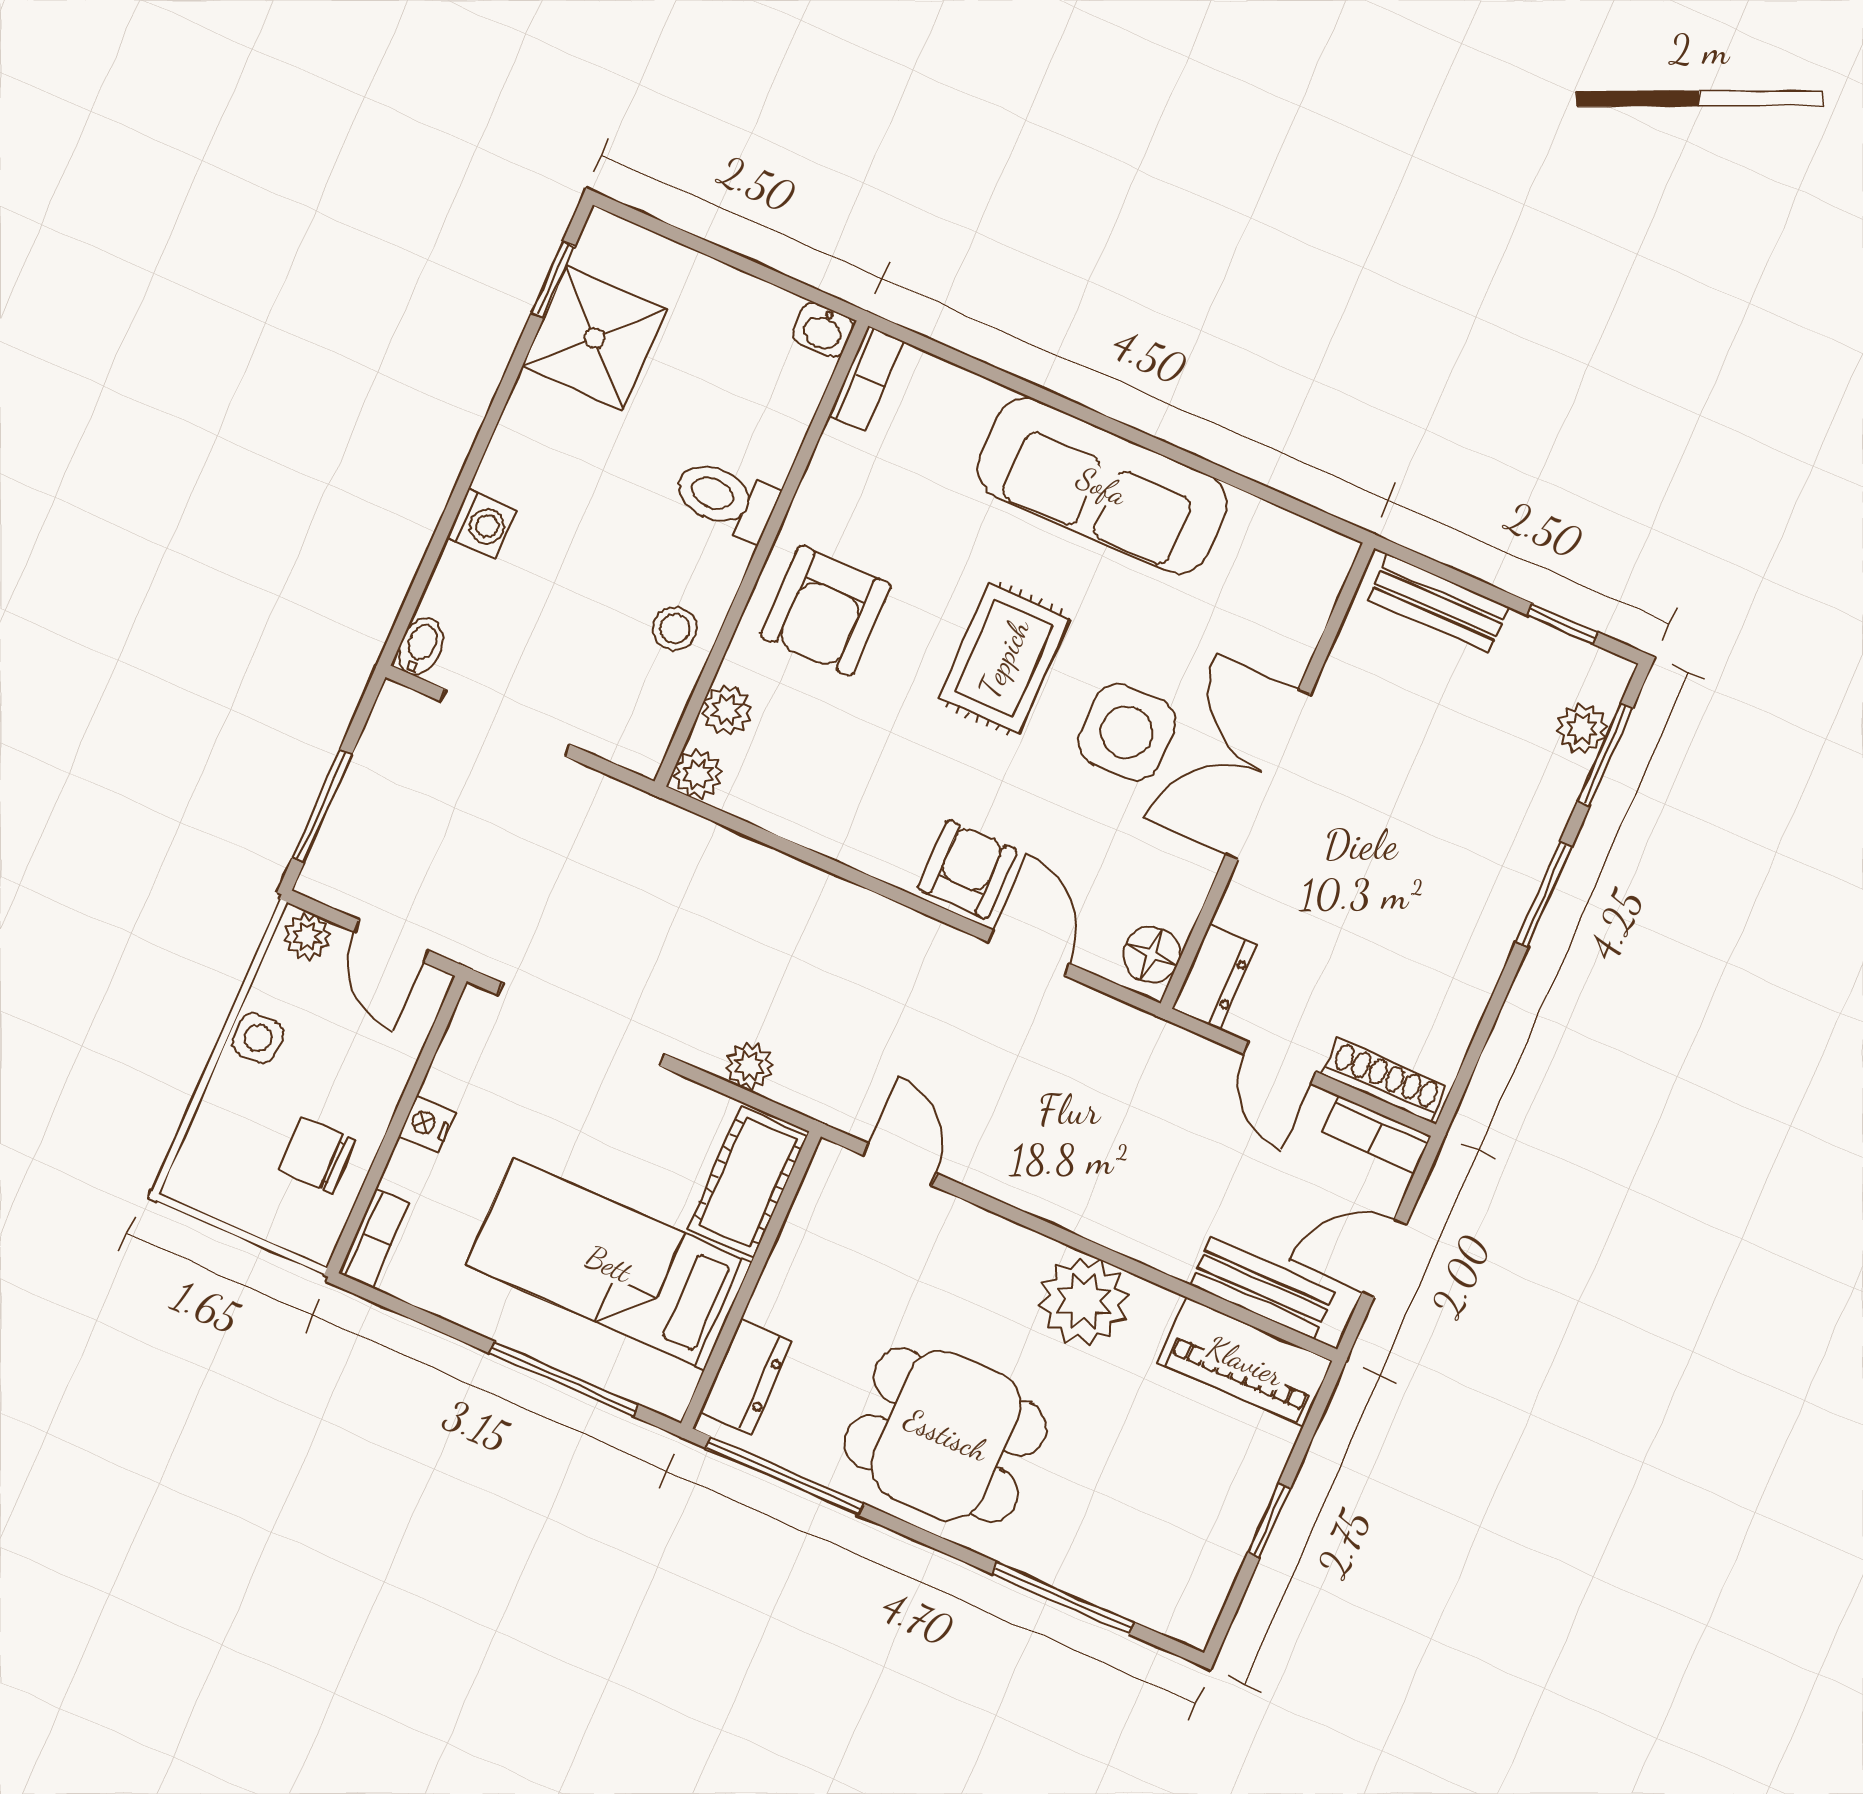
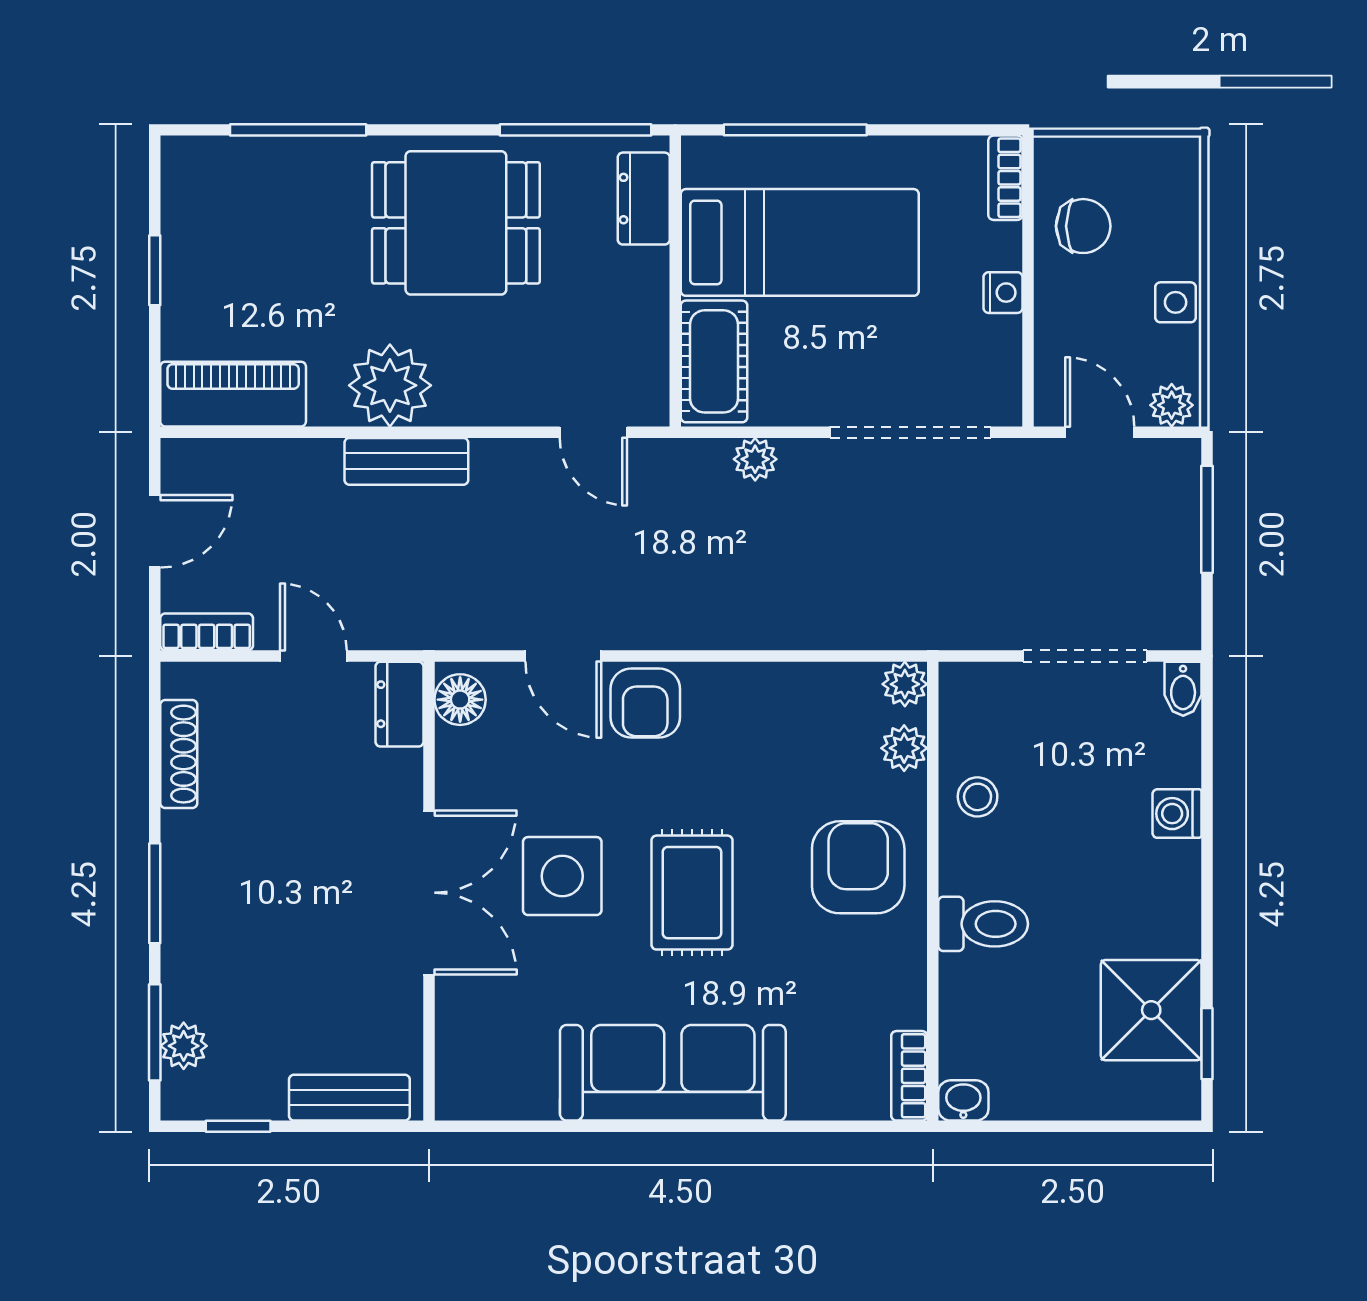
shoe rack: (1384, 1080) -> (179, 754), moved, turned -90
bench: (1262, 1288) -> (406, 461), moved

